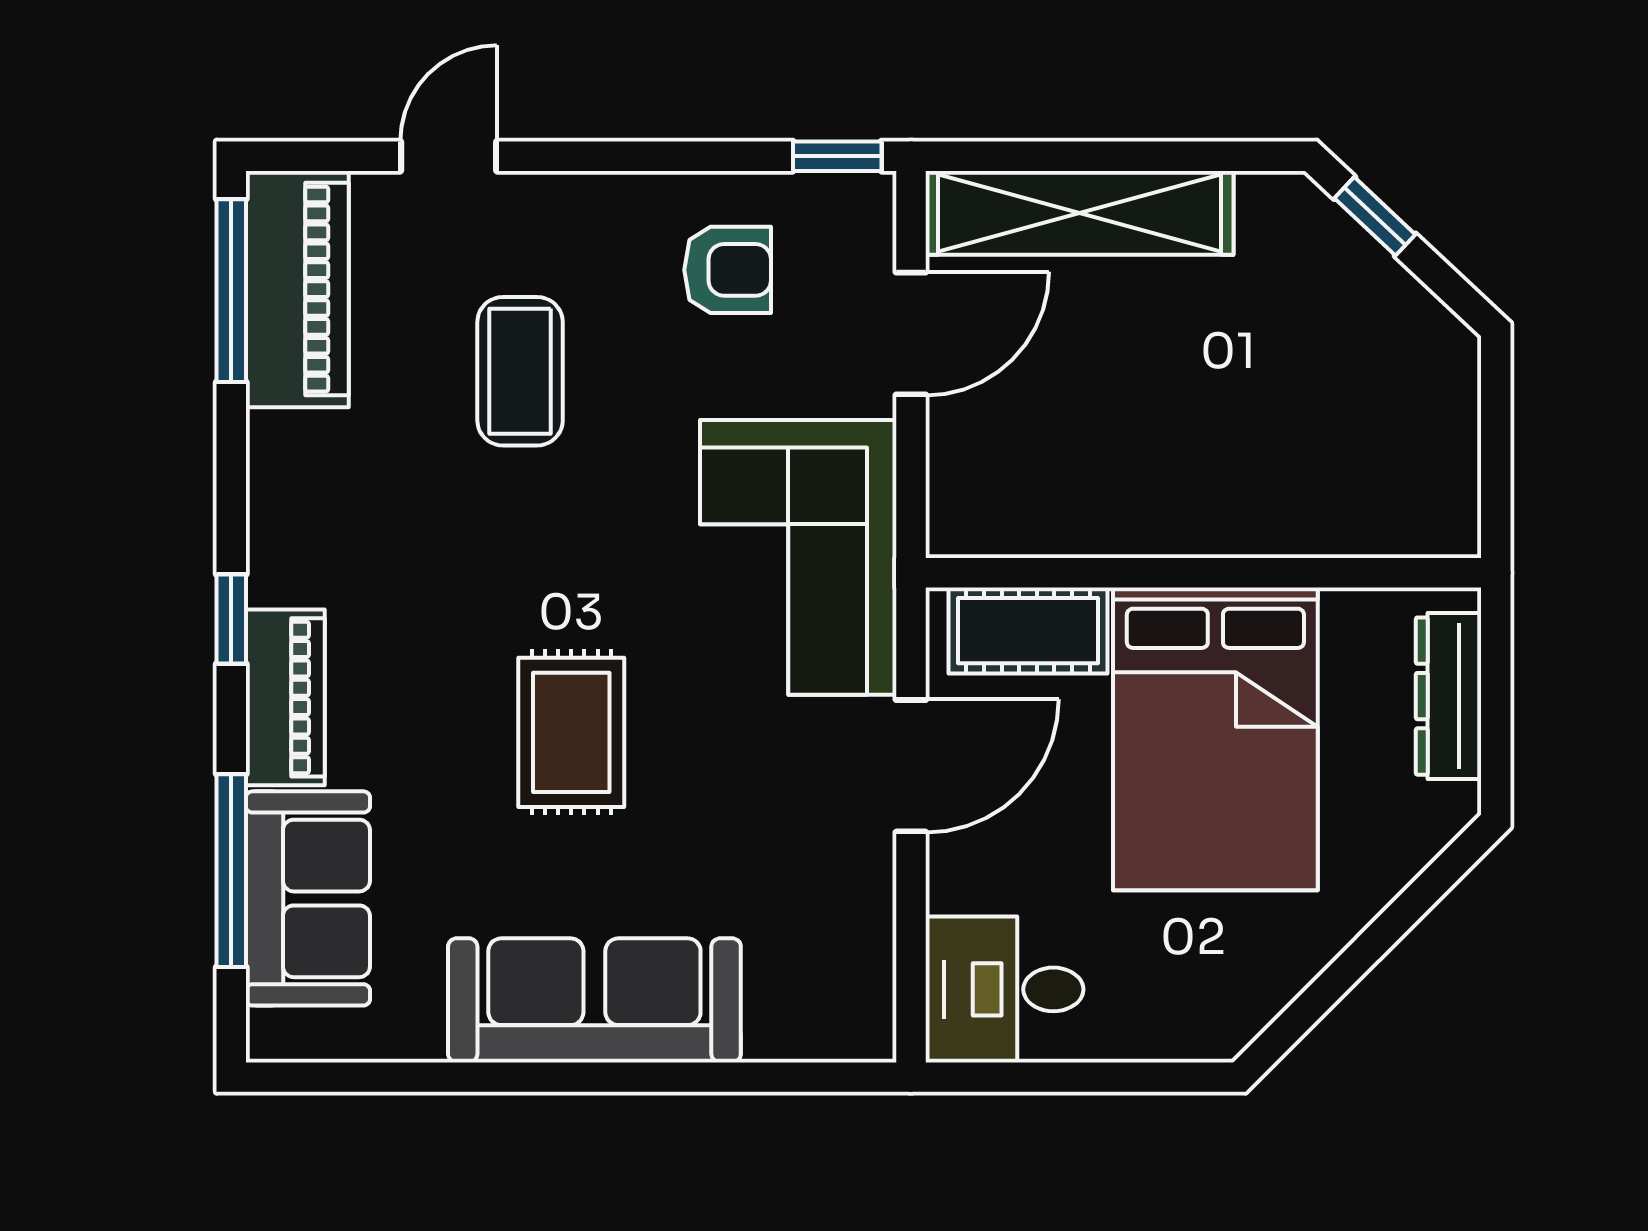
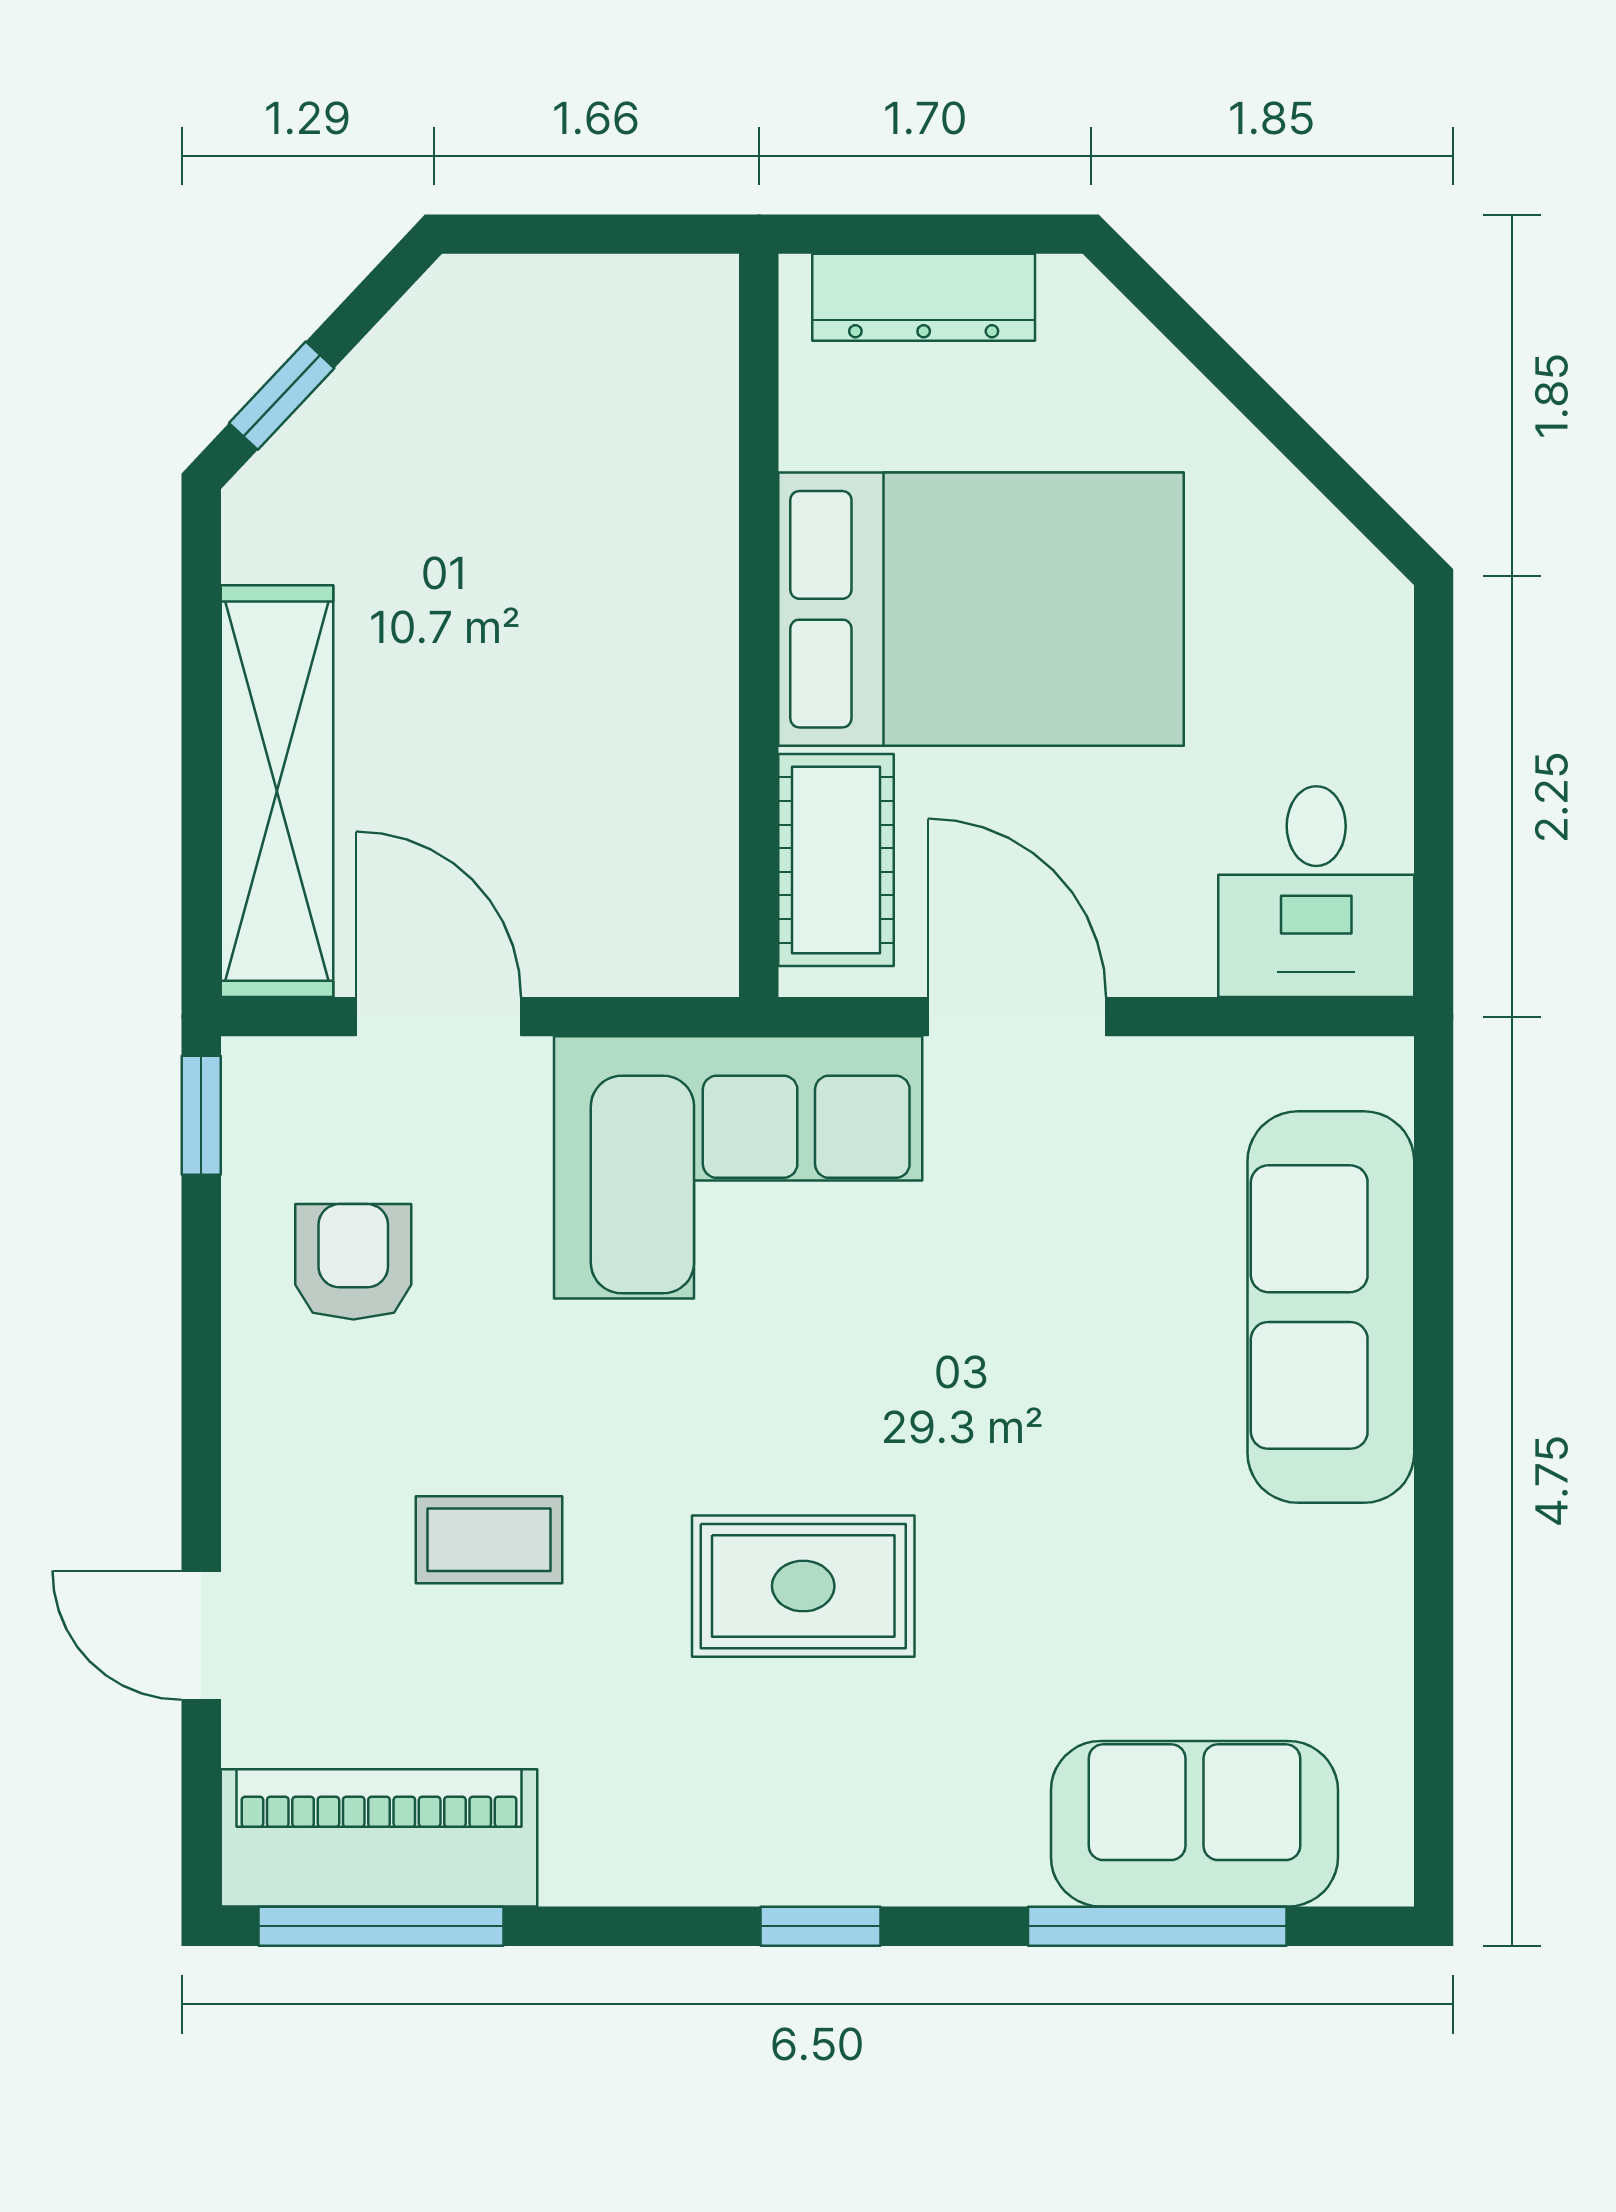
coffee table: (520, 371) -> (489, 1540), width x0.73, depth x0.77
piano: (285, 697) -> (925, 1854), removed
rug: (571, 732) -> (803, 1586), moved
sofa: (594, 1000) -> (1331, 1307), moved

